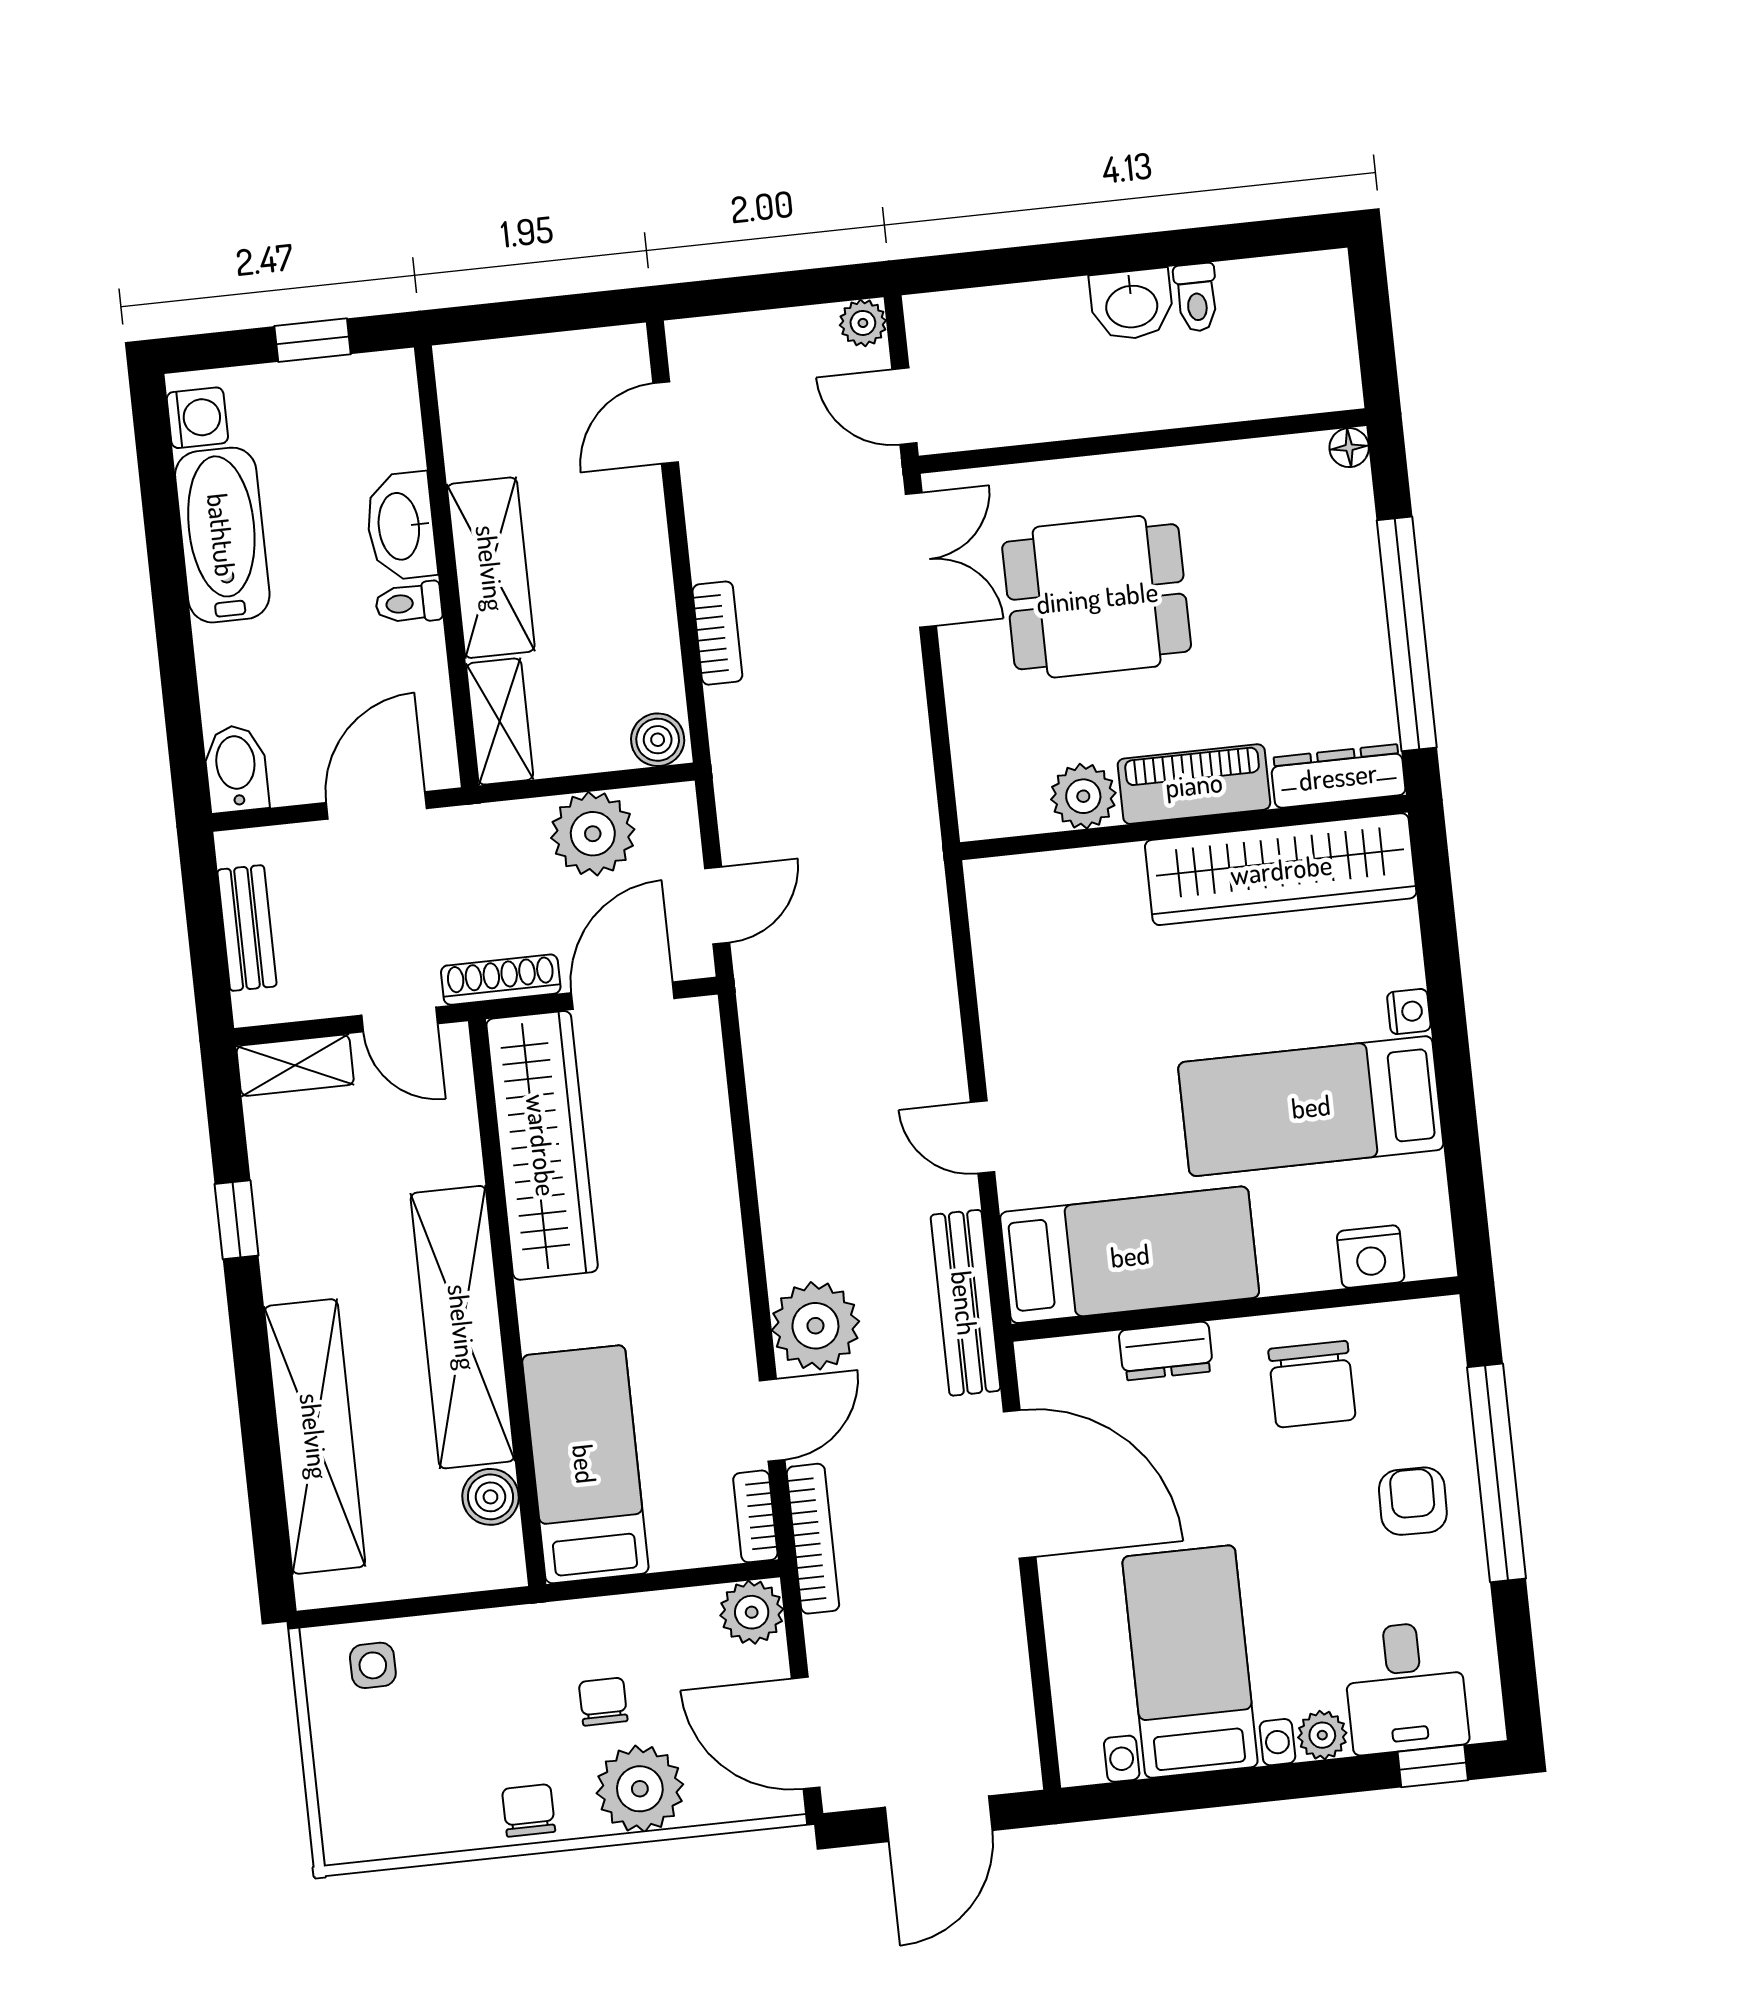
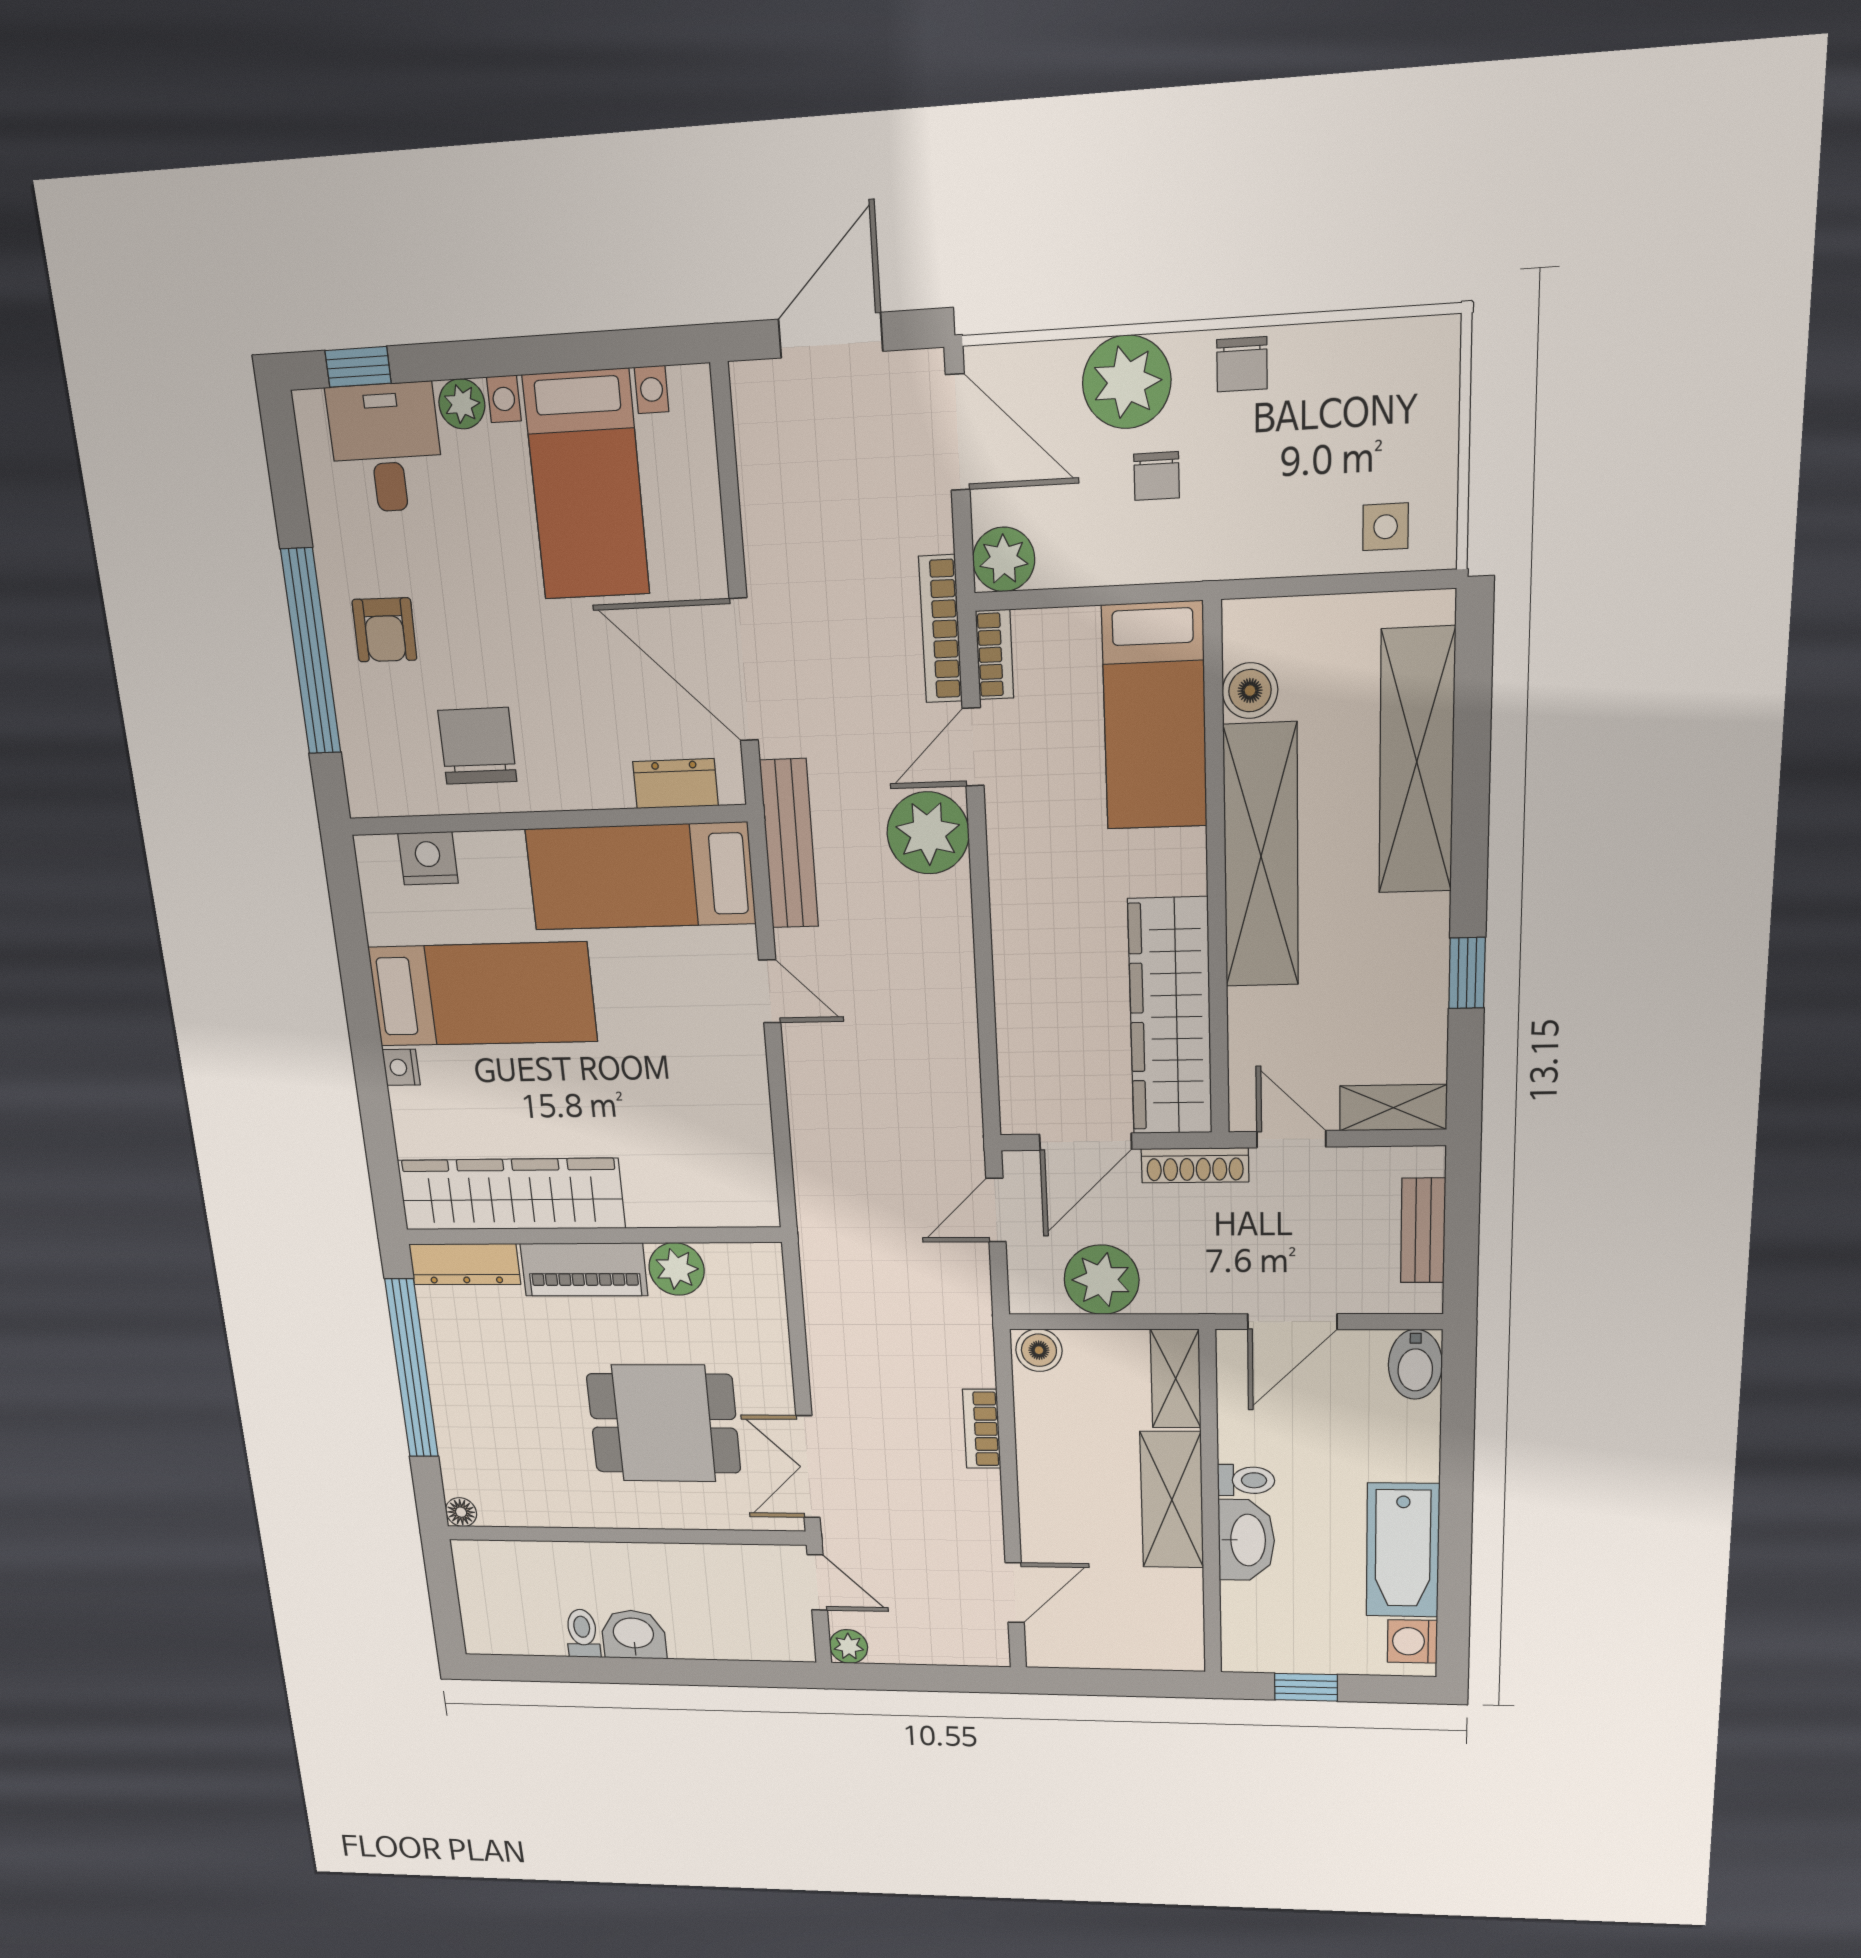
dresser: (1166, 1351) -> (675, 784), moved

